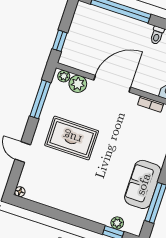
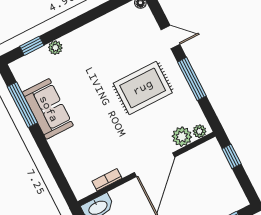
window: (40, 99) -> (192, 79), moved
plant: (117, 223) -> (55, 48), moved

